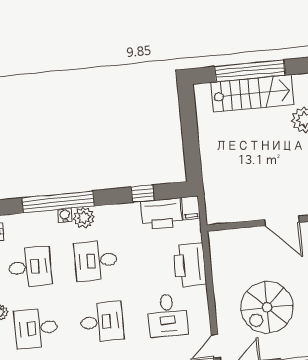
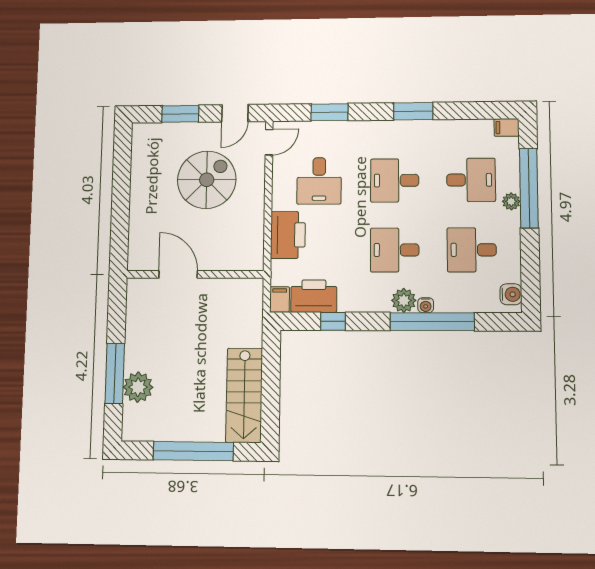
stairs: (252, 93) -> (244, 395), moved, turned -90
desk: (96, 261) -> (395, 250), turned 180
desk: (168, 315) -> (319, 181), turned 180

